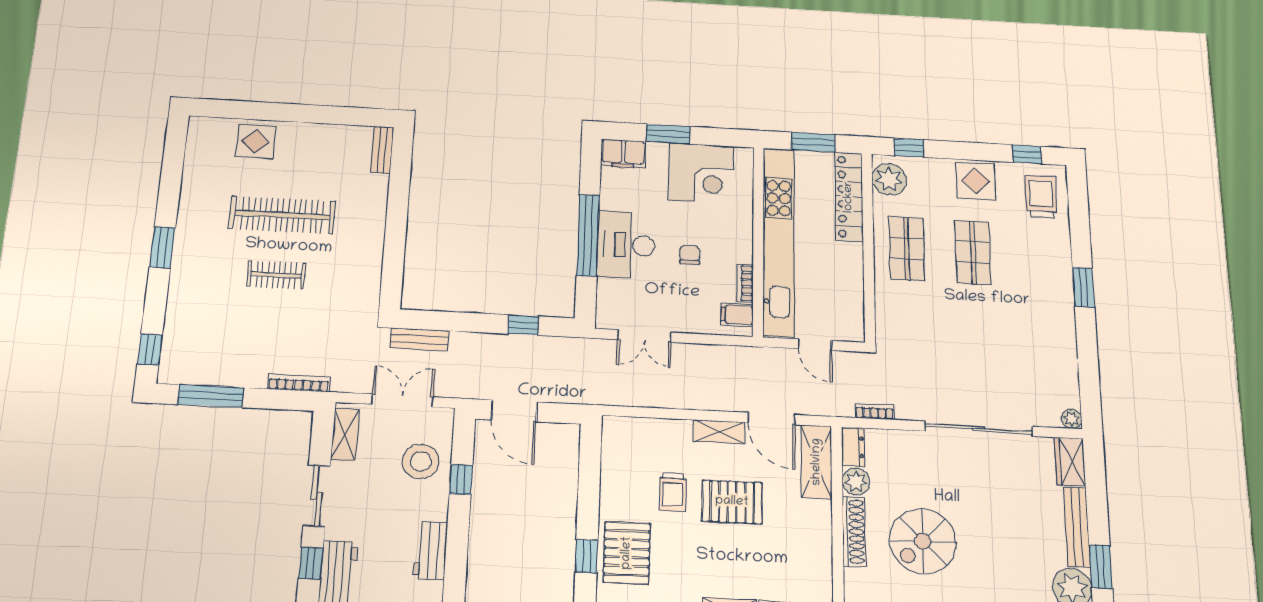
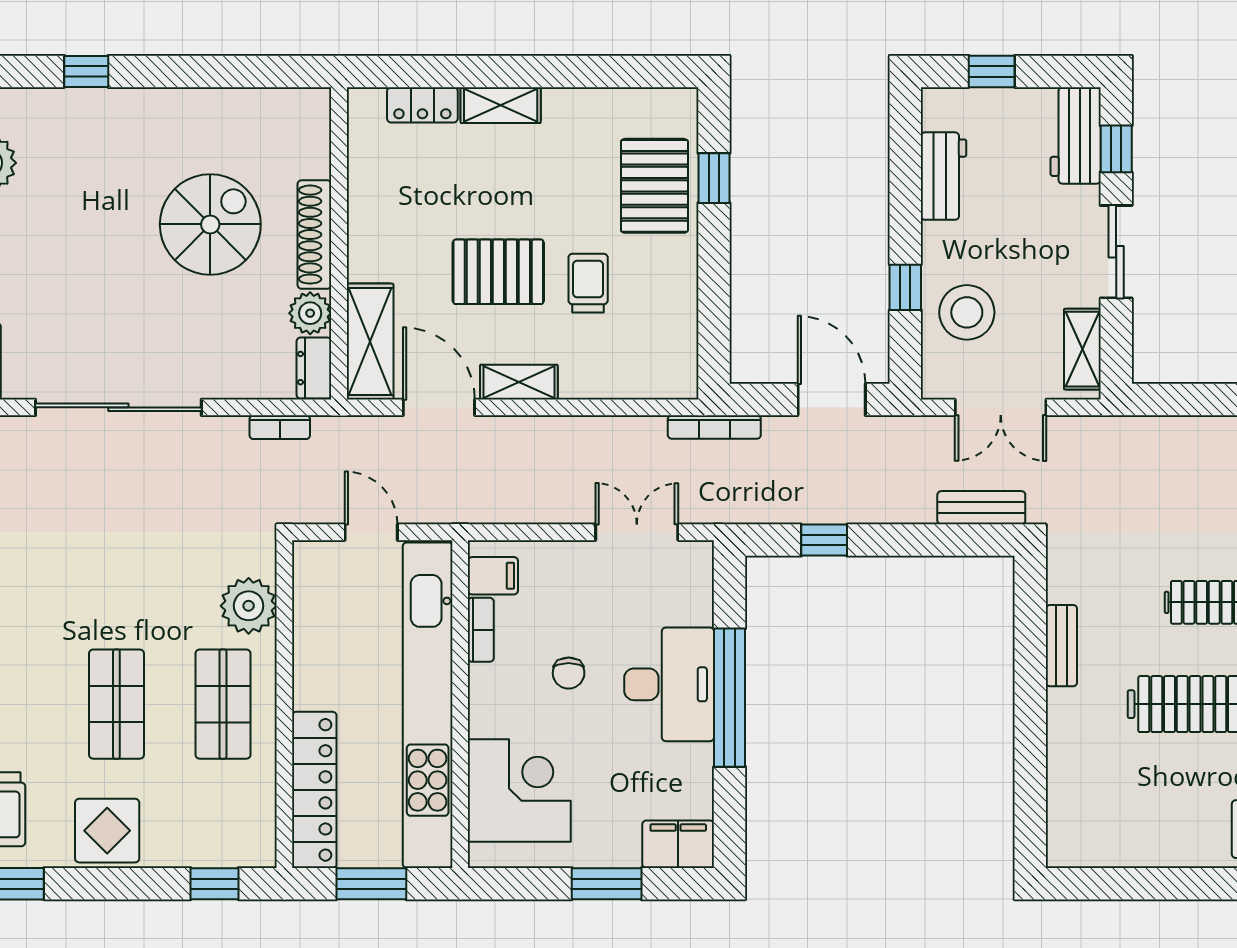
bench: (382, 150) -> (1061, 646), moved
corner desk: (701, 173) -> (519, 790), moved, turned 90
plant: (889, 179) -> (249, 606), moved
bookcase: (299, 383) -> (714, 427), moved

